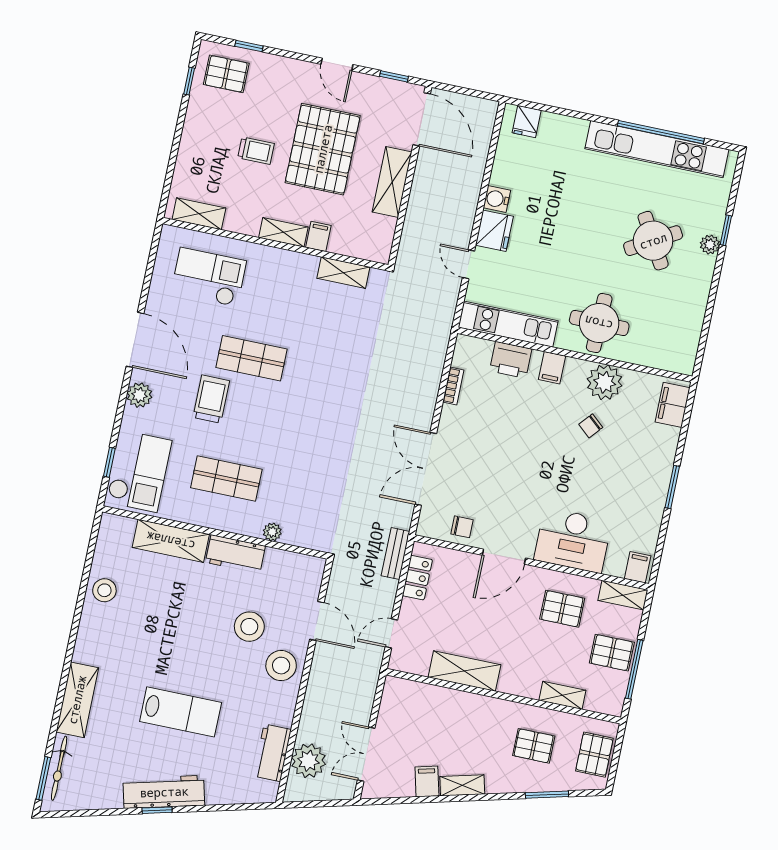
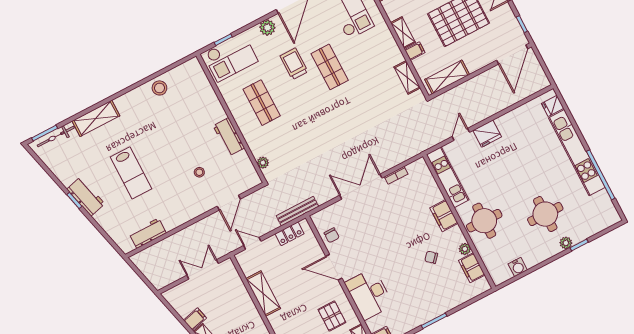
kitchen unit: (657, 149) -> (577, 153), moved
shelving: (392, 182) -> (447, 77), moved
water cooler: (497, 199) -> (518, 267), moved, turned 180
round table: (653, 241) -> (545, 214), turned 30
printer: (511, 360) -> (431, 193), removed
filing cabinet: (552, 368) -> (444, 216), width x2.00
plant: (605, 382) -> (465, 249), width x0.53, depth x0.53
trolley: (211, 399) -> (294, 64), turned -90
filing cabinet: (673, 405) -> (472, 268), moved, turned -90
double door: (426, 469) -> (361, 187), moved
plant: (272, 532) -> (263, 163), moved
shelving: (171, 541) -> (210, 100), removed
bench: (395, 554) -> (297, 211), width x1.36
stool: (249, 627) -> (199, 172), width x0.53, depth x0.53
stool: (281, 666) -> (193, 203), removed
double door: (366, 754) -> (203, 269), moved
plant: (309, 761) -> (158, 254), removed
workbench: (164, 792) -> (86, 196), width x0.73

